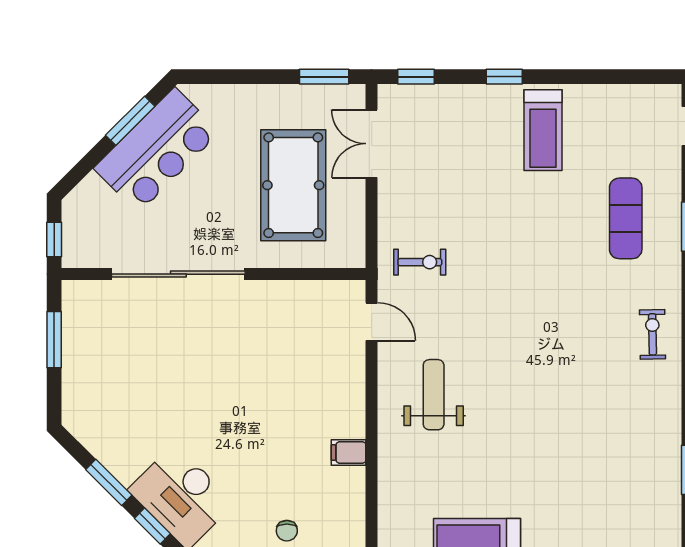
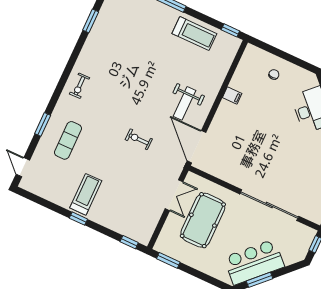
window: (504, 77) -> (78, 219), moved
double door: (372, 144) -> (174, 195), moved
exercise bike: (420, 262) -> (139, 139), moved
door: (372, 322) -> (196, 147), width x1.88

